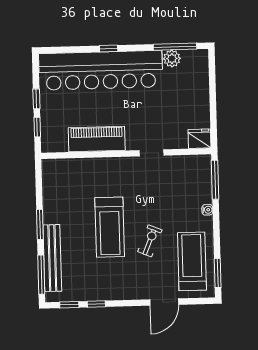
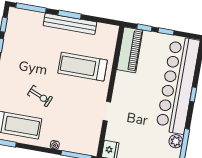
piano: (97, 139) -> (130, 50), moved
treadmill: (110, 227) -> (83, 67), moved
bench: (52, 258) -> (70, 24), moved

